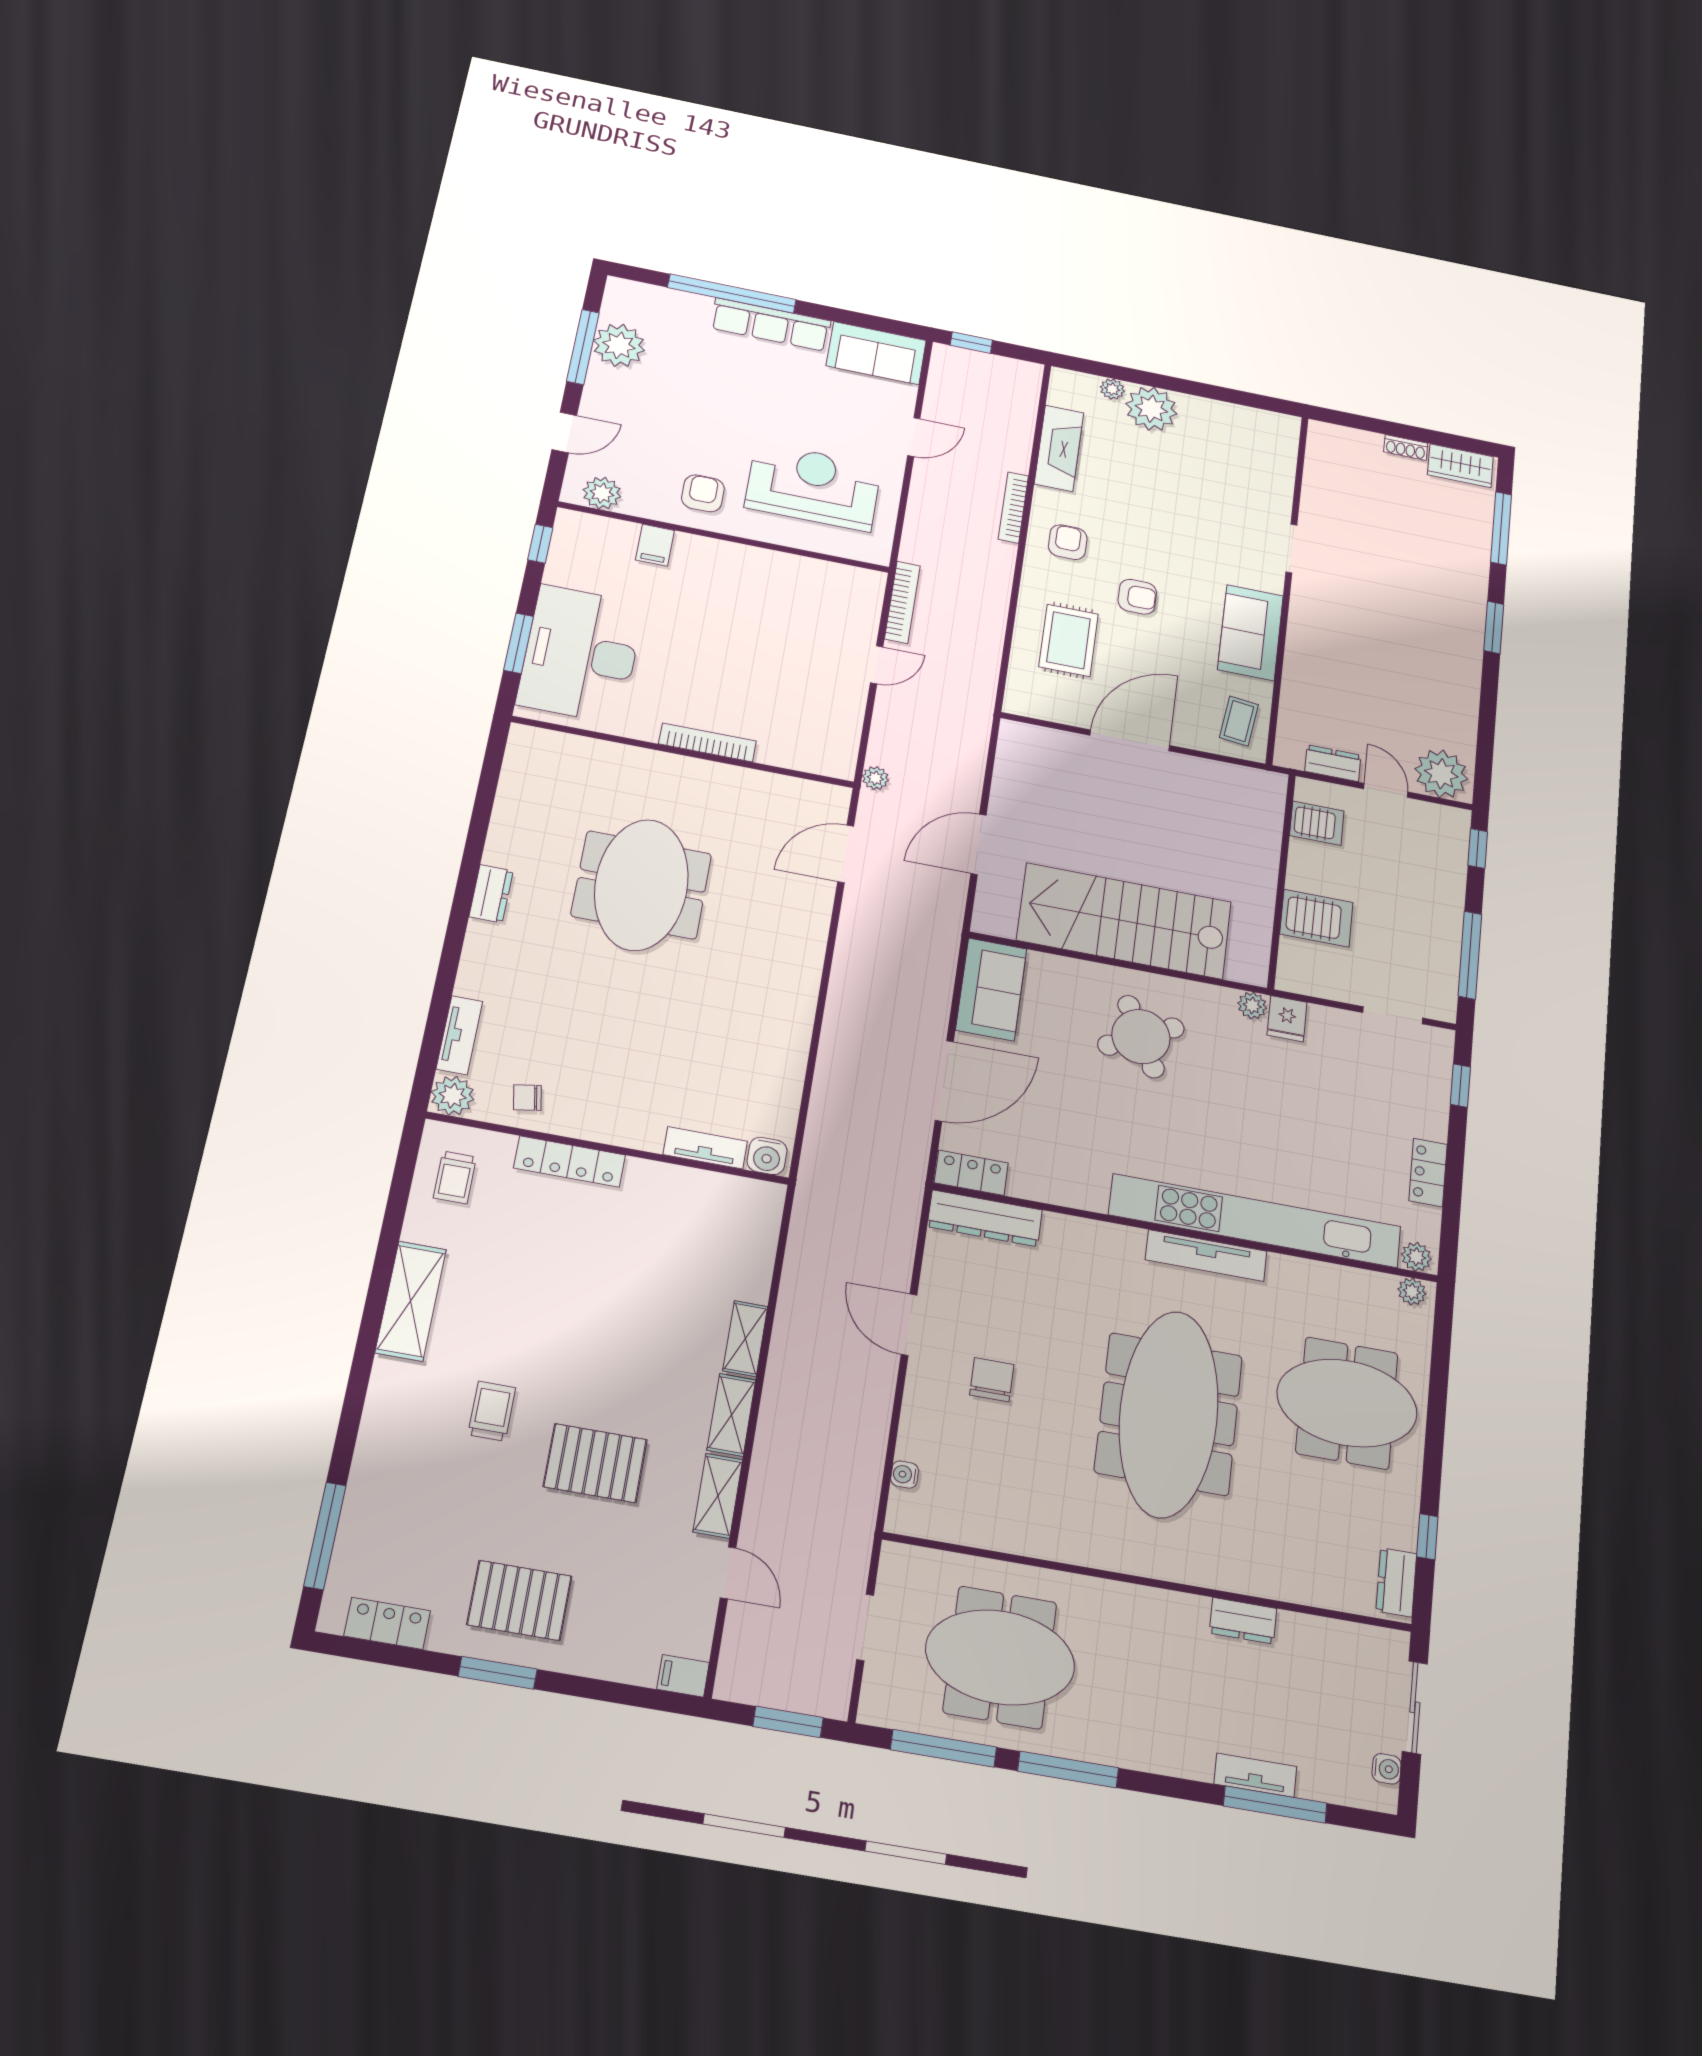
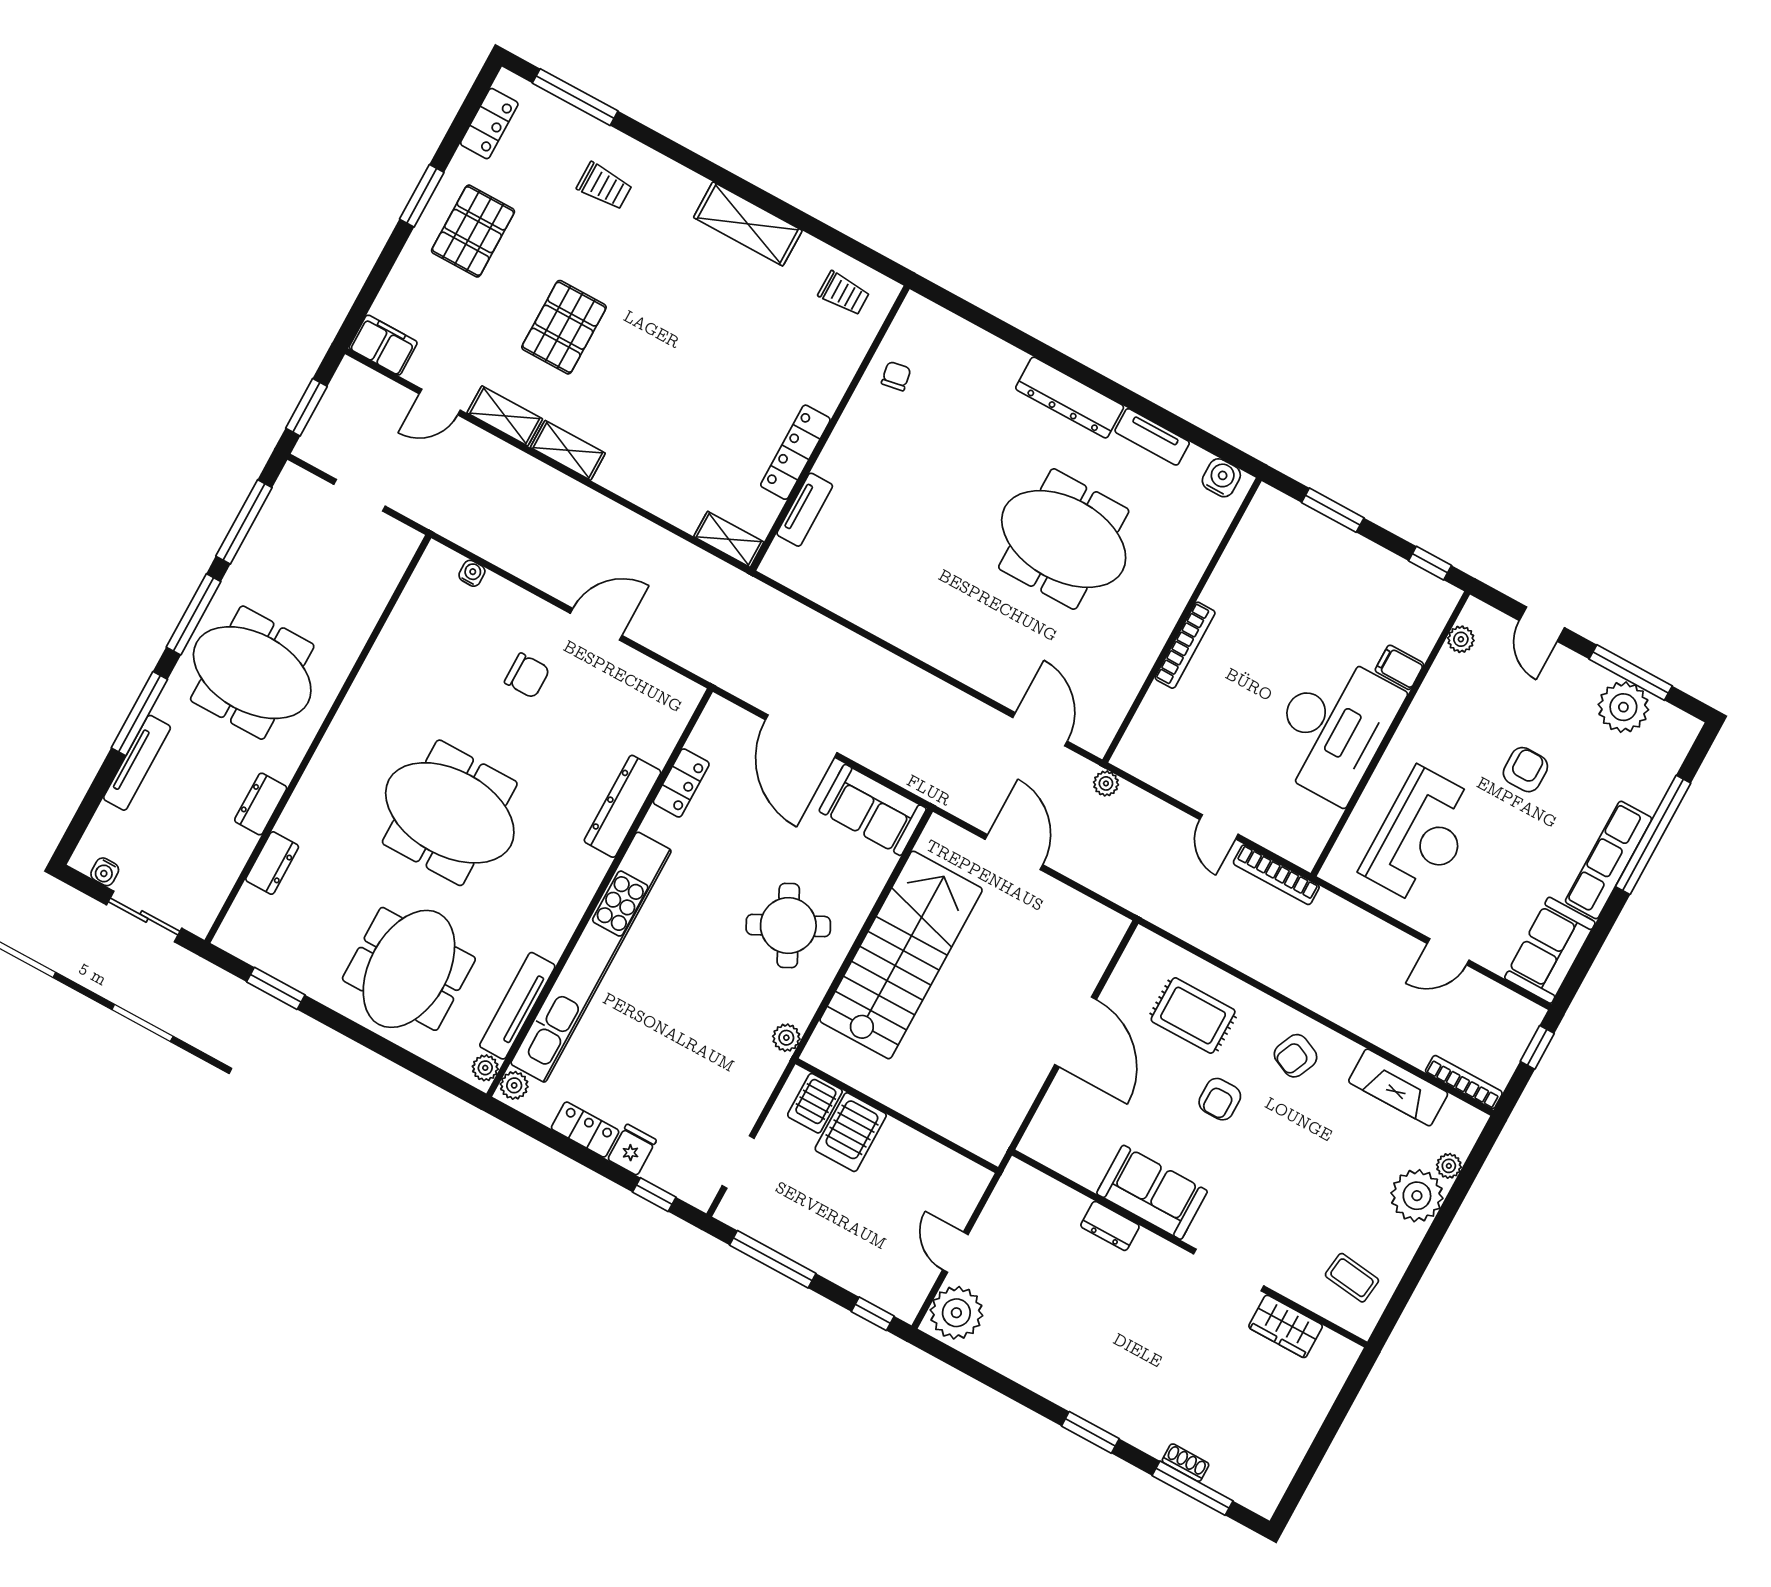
door: (914, 437) -> (1448, 952), hinge flipped
shoe rack: (1406, 448) -> (1186, 1463), moved, turned 90
wardrobe: (1460, 466) -> (1286, 1326), moved, turned -90
plant: (602, 493) -> (1461, 639), width x0.73, depth x0.73
armchair: (703, 493) -> (1525, 770), moved, turned -90
bookcase: (1013, 508) -> (1464, 1082), moved
armchair: (1068, 542) -> (1295, 1056), turned 114
doorway: (1291, 549) -> (1229, 1270), width x1.38
desk: (581, 654) -> (1333, 728), moved, turned 90
coffee table: (1239, 721) -> (1352, 1278), moved
dresser: (1333, 763) -> (1110, 1226), moved, turned 90
door: (1386, 790) -> (955, 1252), swing flipped
server rack: (1317, 823) -> (815, 1103), moved
dresser: (491, 894) -> (1070, 398), width x1.96, depth x1.24
fridge: (1287, 1019) -> (632, 1150), moved, turned 90
tv unit: (459, 1035) -> (1152, 437), moved
plant: (453, 1096) -> (917, 315), removed
water cooler: (767, 1156) -> (1221, 478), moved, turned 90
locker: (570, 1162) -> (795, 452), moved
locker: (971, 1173) -> (681, 783), moved
trolley: (455, 1177) -> (844, 293), turned 180
dresser: (985, 1218) -> (623, 806), moved
tv unit: (1206, 1256) -> (517, 1006), moved
shelving: (745, 1339) -> (729, 539), moved
trolley: (492, 1411) -> (604, 186), moved
meeting table: (1169, 1414) -> (450, 813), width x0.73
window: (1427, 1537) -> (276, 988), width x1.50
dresser: (1396, 1582) -> (272, 863), moved, turned 90
meeting table: (1000, 1657) -> (252, 673), moved, turned 90
filing cabinet: (683, 1676) -> (383, 345), width x2.00
tv unit: (1255, 1775) -> (137, 763), width x1.41
window: (1275, 1805) -> (139, 714), moved

